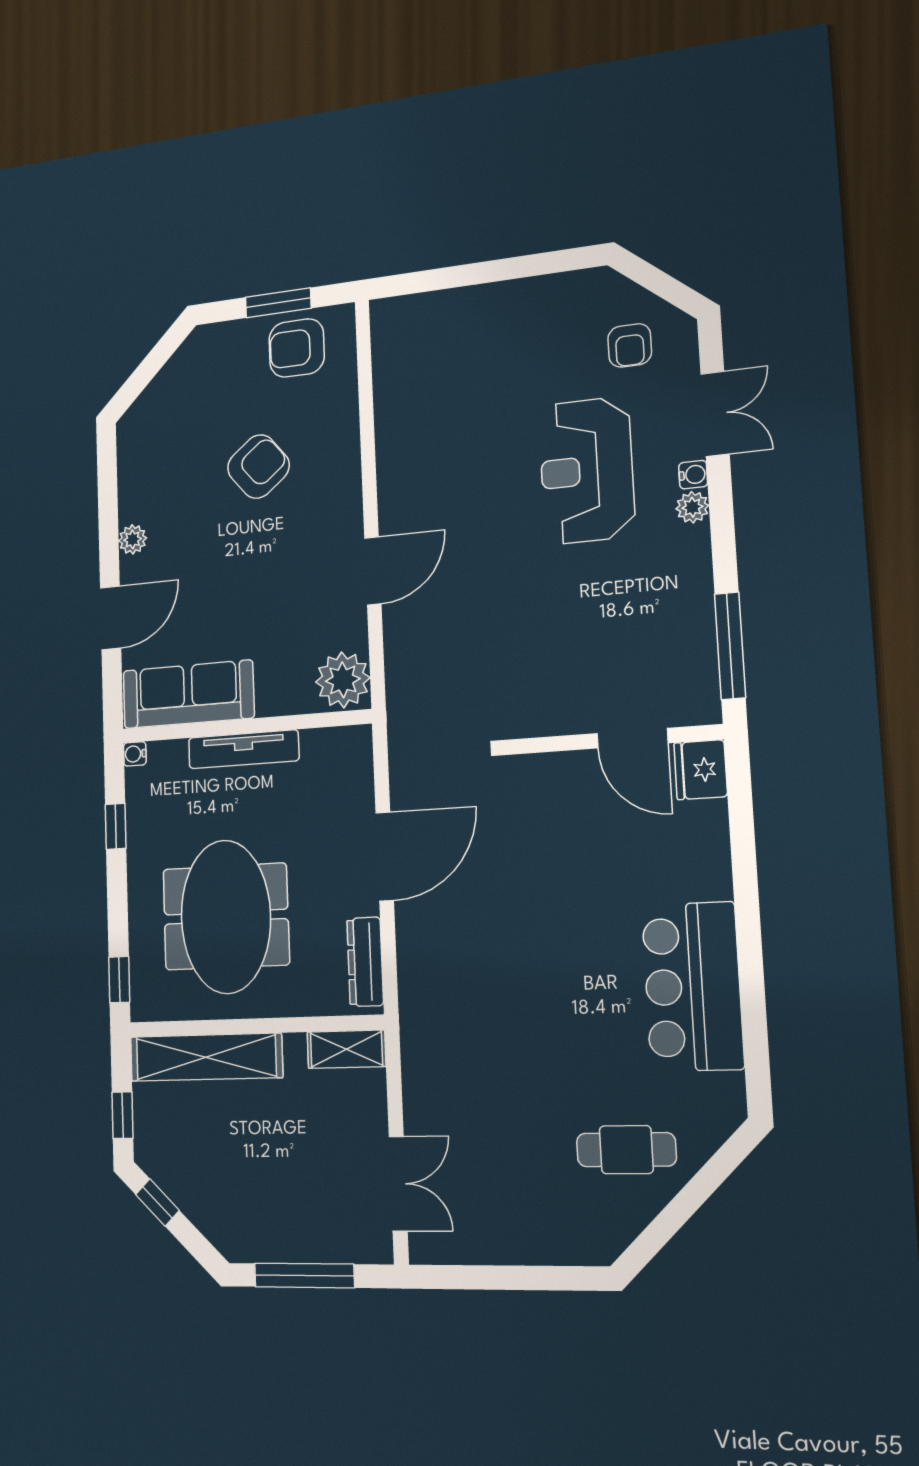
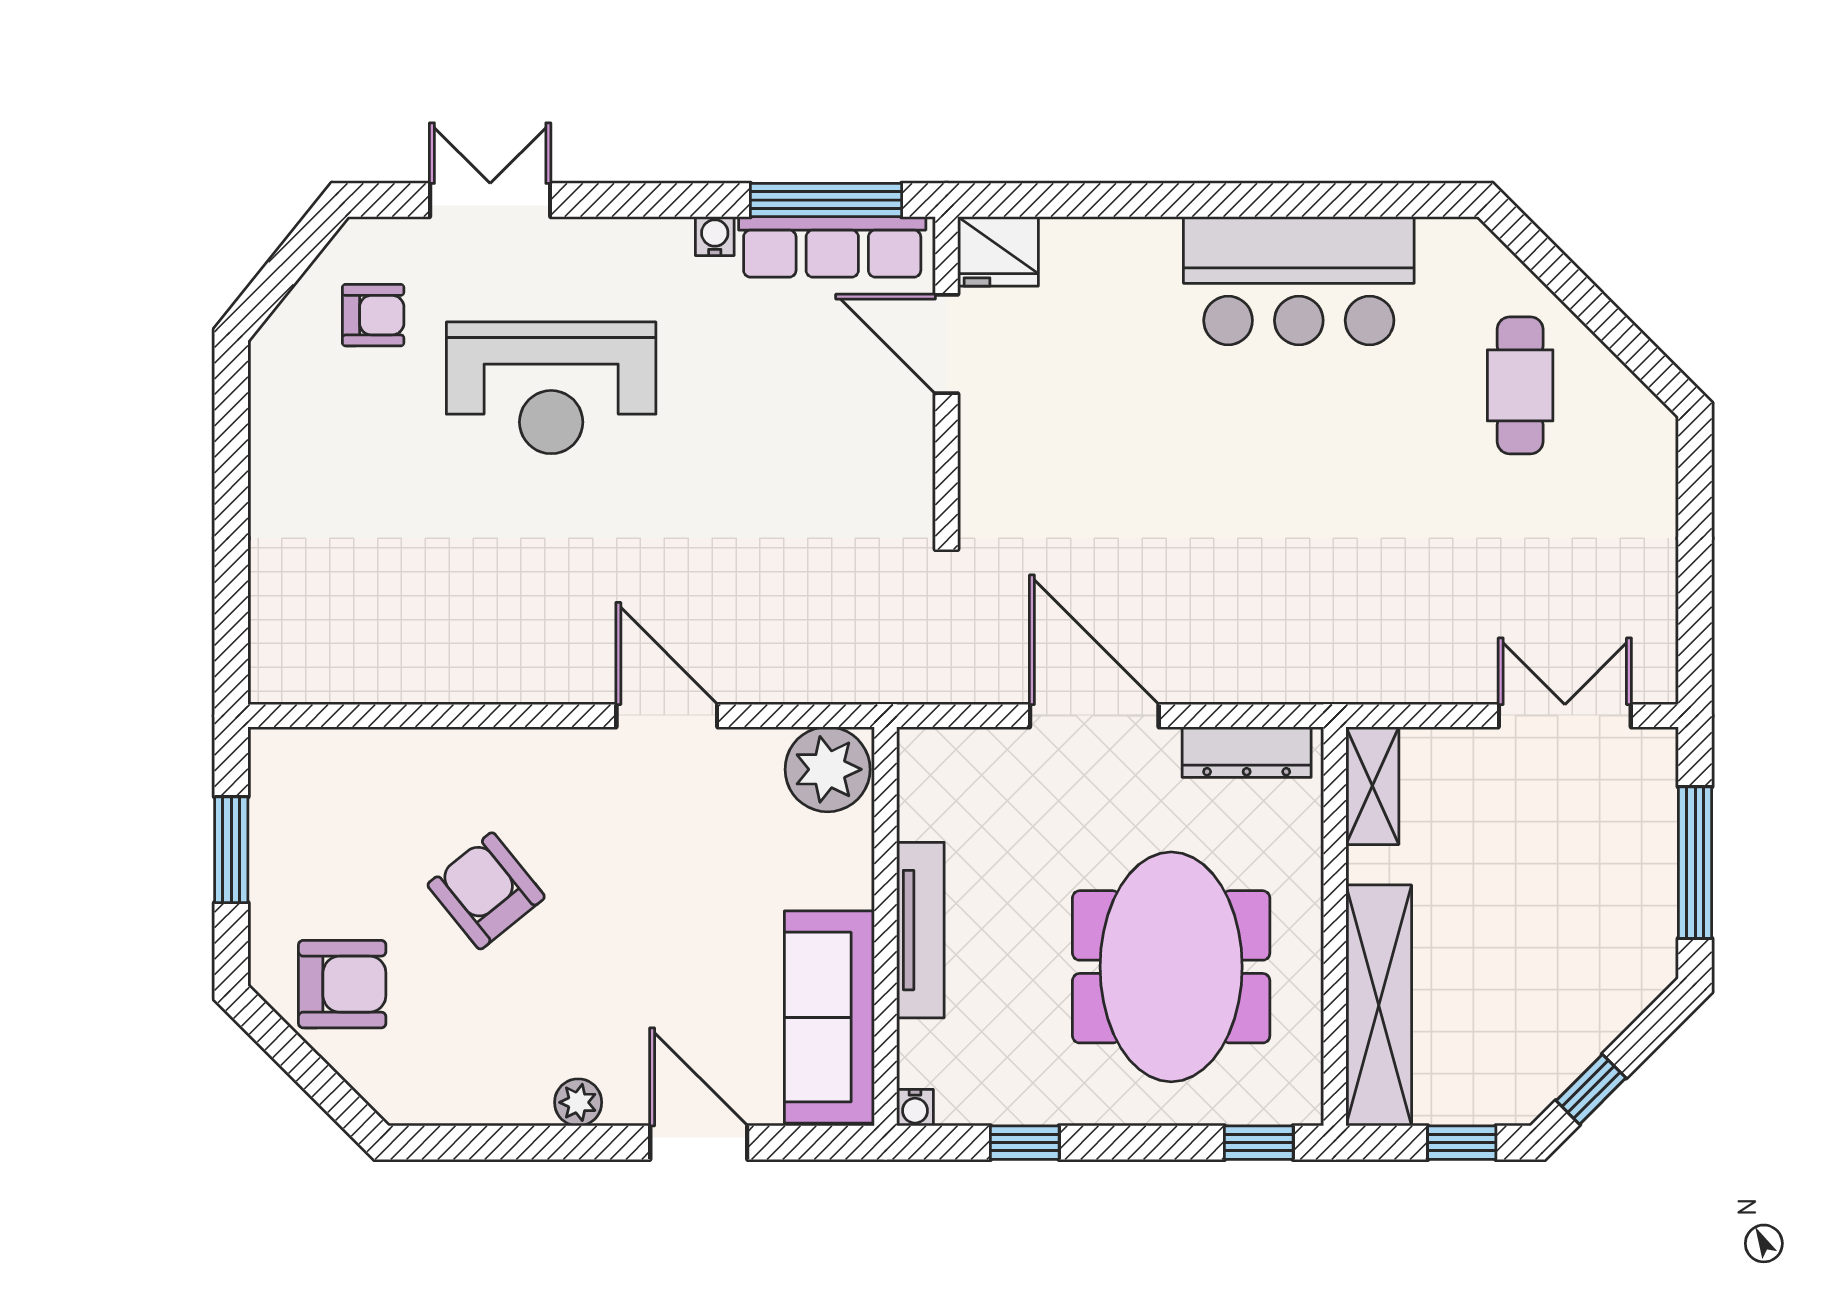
armchair: (297, 348) -> (342, 984), moved, turned -90
water cooler: (693, 475) -> (715, 236), moved
plant: (692, 507) -> (622, 240), removed
row of seats: (697, 653) -> (832, 247), added
door: (632, 738) -> (947, 344), swing flipped
meeting table: (226, 917) -> (1171, 967), turned 90

